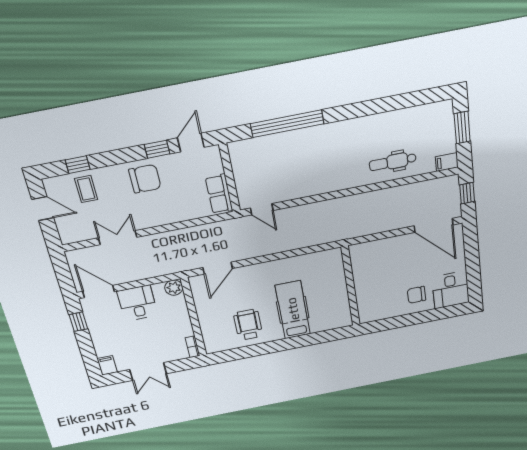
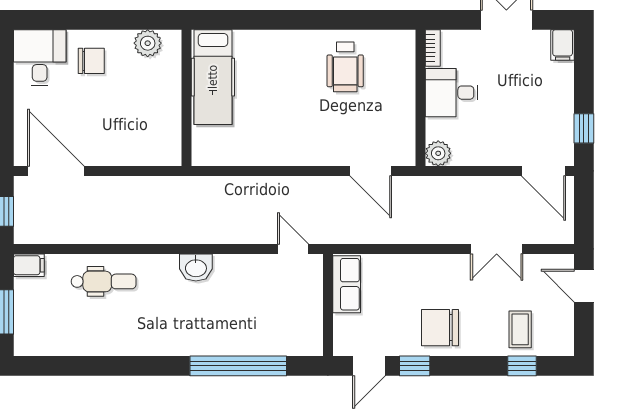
washbasin: (328, 184) -> (196, 267), added
door: (43, 209) -> (584, 286), moved
door: (218, 268) -> (371, 171), swing flipped
desk: (137, 303) -> (452, 93), moved, turned 90
hospital bed: (293, 310) -> (213, 77), moved
plant: (381, 312) -> (148, 43), added

